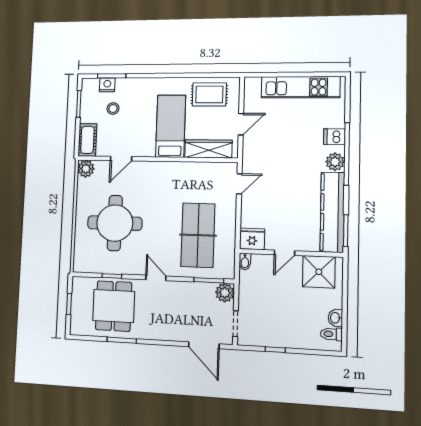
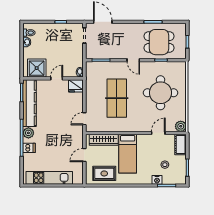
nightstand: (107, 85) -> (157, 180), moved
table tennis table: (198, 235) -> (117, 98), moved
plant: (225, 293) -> (91, 53), removed
dining table: (114, 306) -> (159, 42), turned 90

